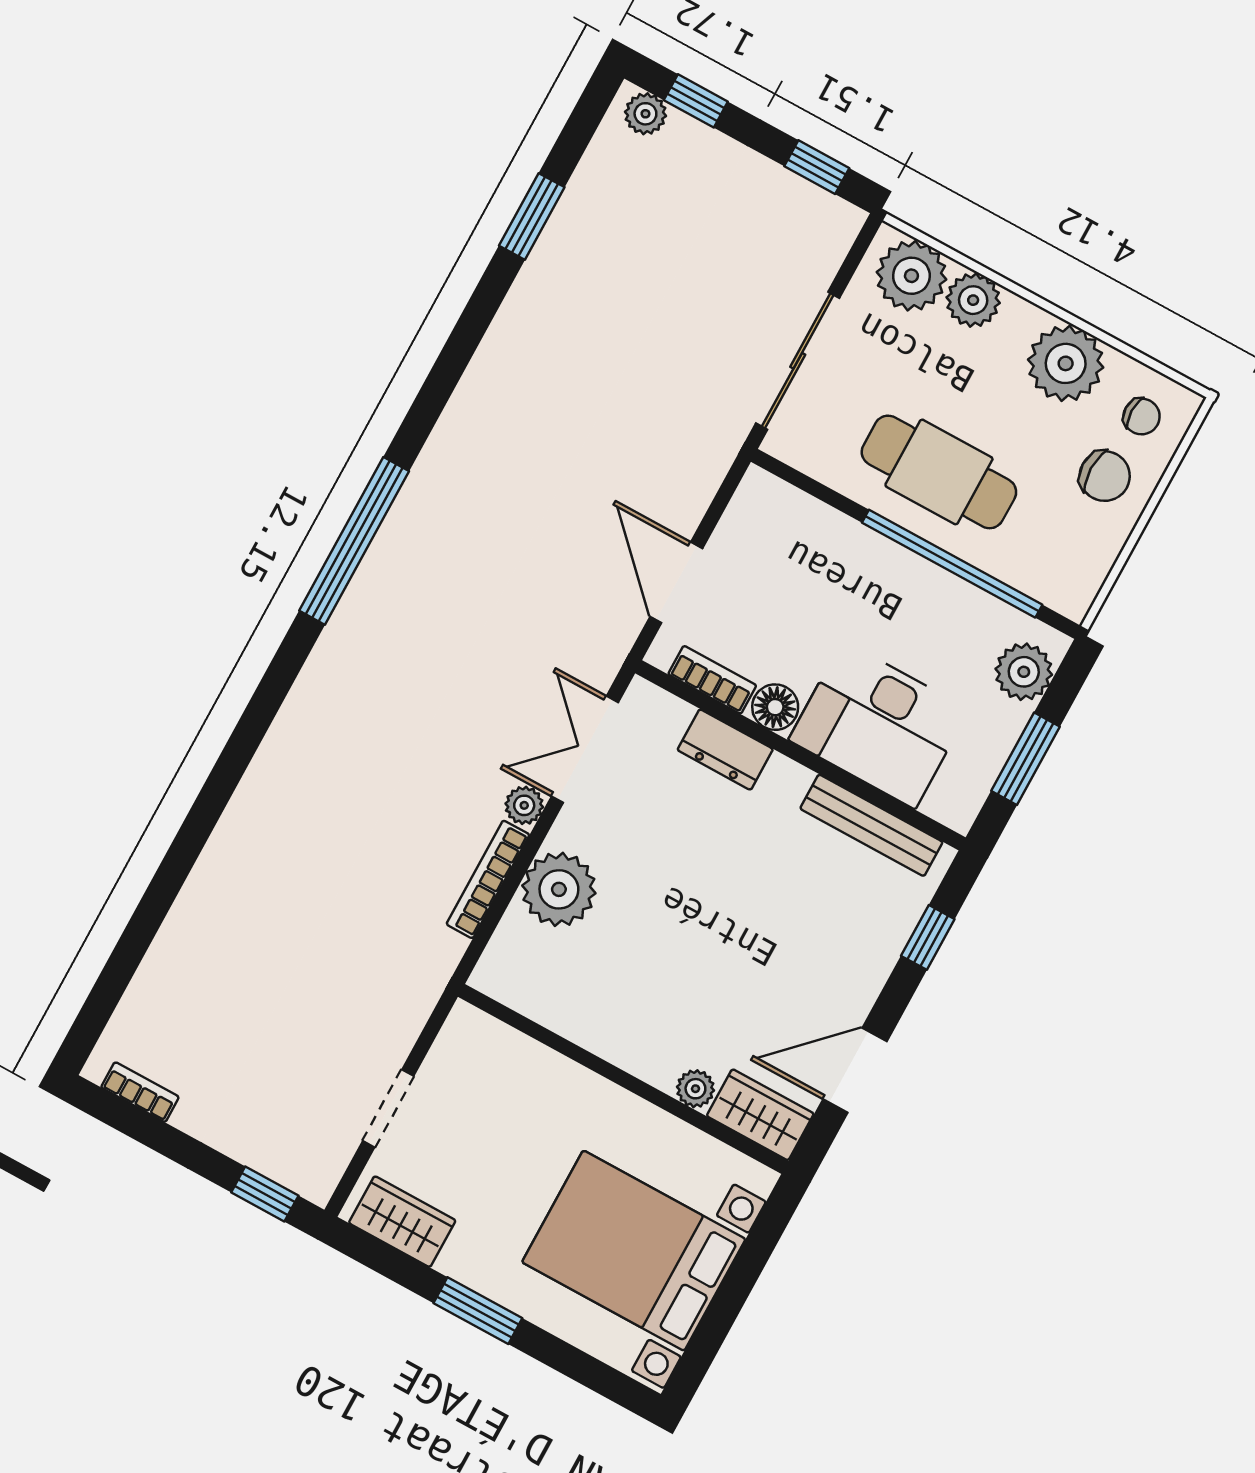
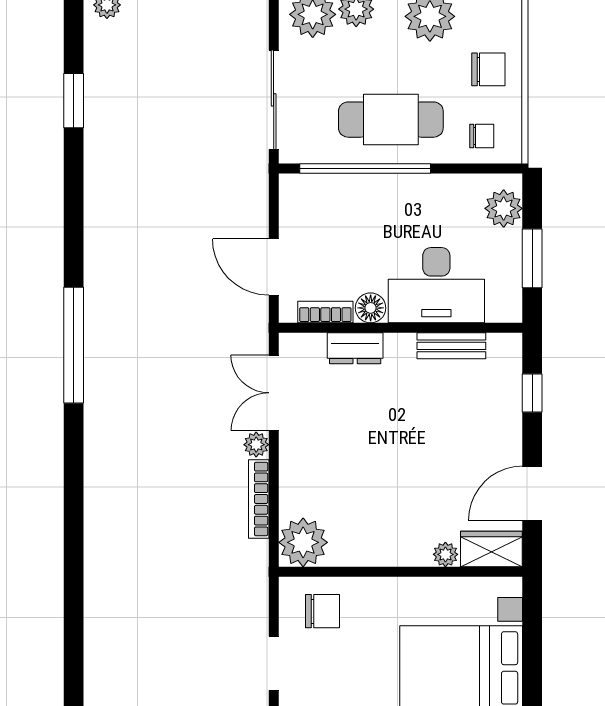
chair: (1142, 416) -> (482, 136), moved
window: (952, 564) -> (365, 169), moved
bench: (871, 825) -> (451, 346), width x0.73
plant: (559, 889) -> (303, 542), moved
chair: (491, 1075) -> (323, 611), added

